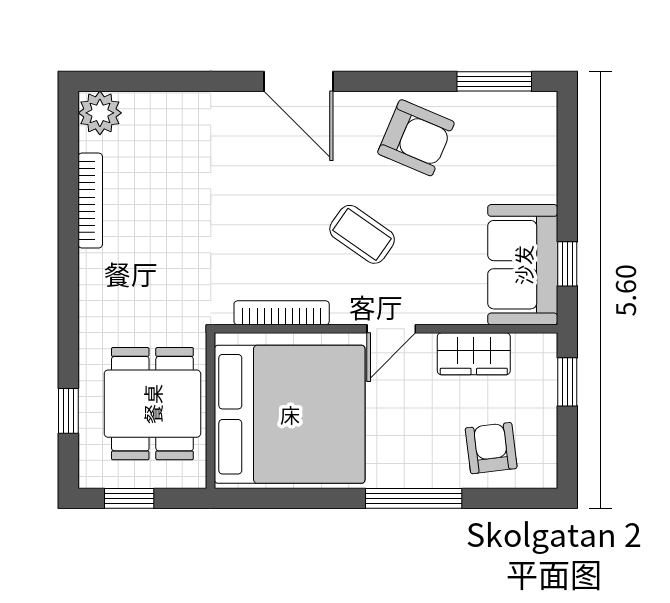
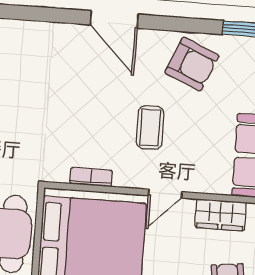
coffee table: (362, 234) -> (150, 127), turned 55
bookcase: (282, 313) -> (91, 177), width x0.64

